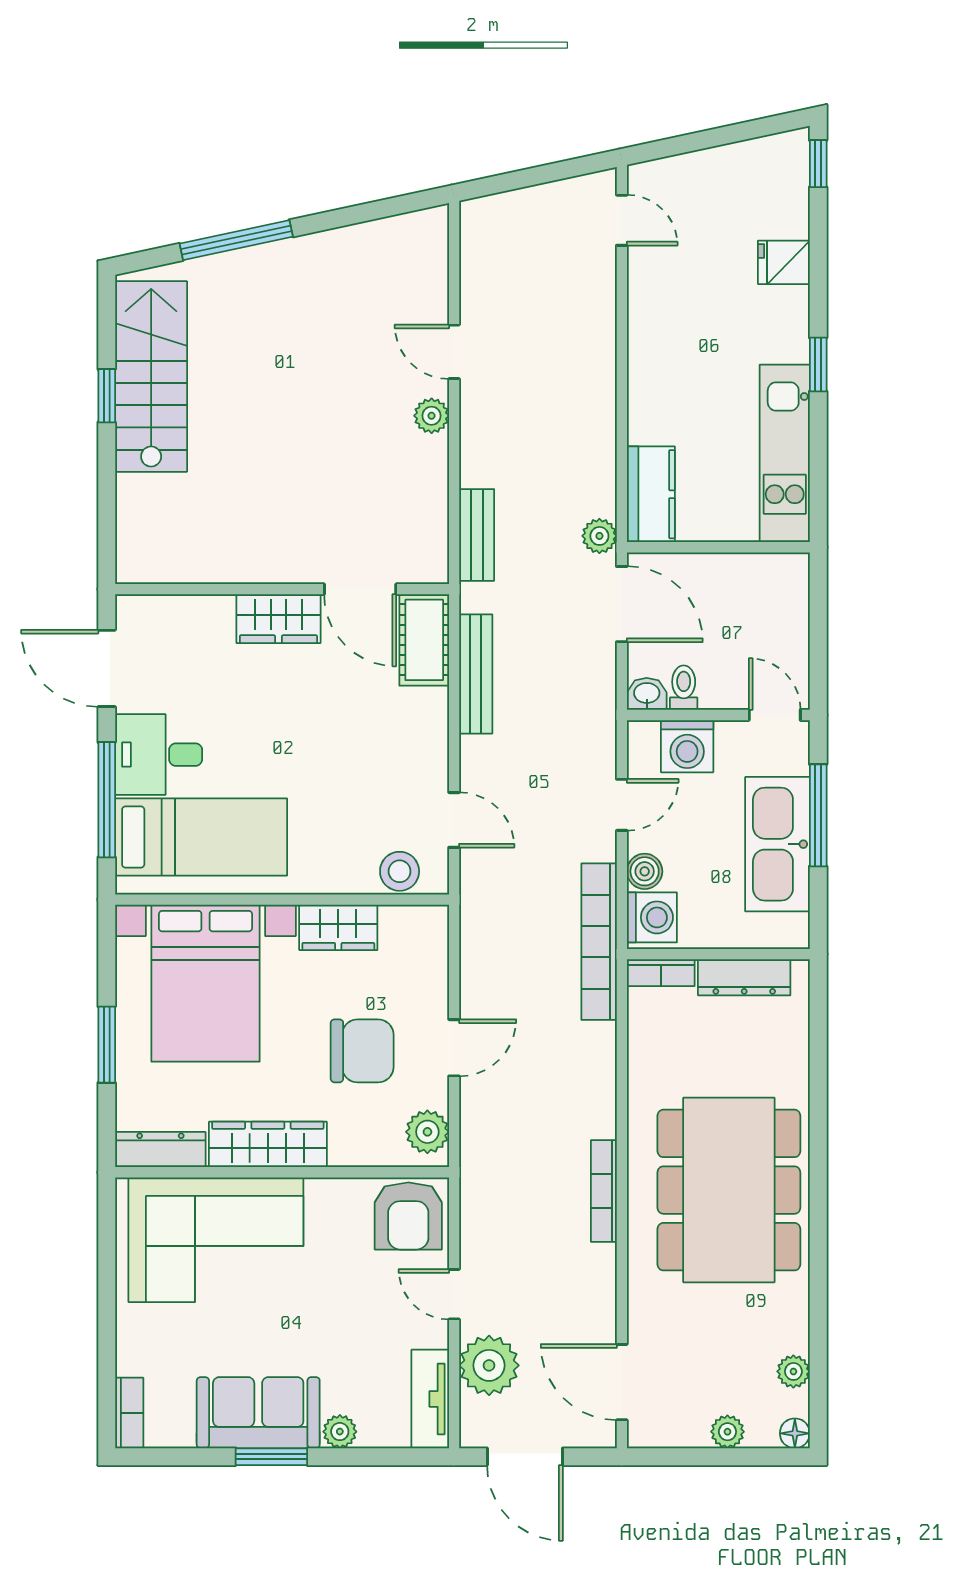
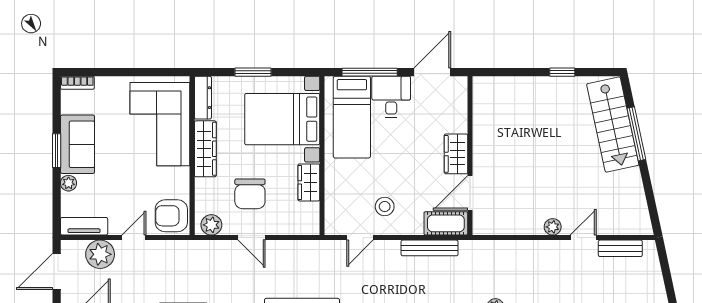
stairs: (151, 376) -> (613, 125), moved, turned 78
bench: (477, 535) -> (620, 248), moved
stool: (400, 871) -> (385, 207), moved

